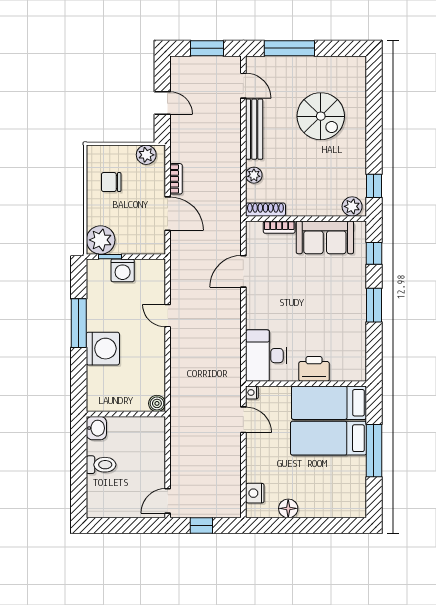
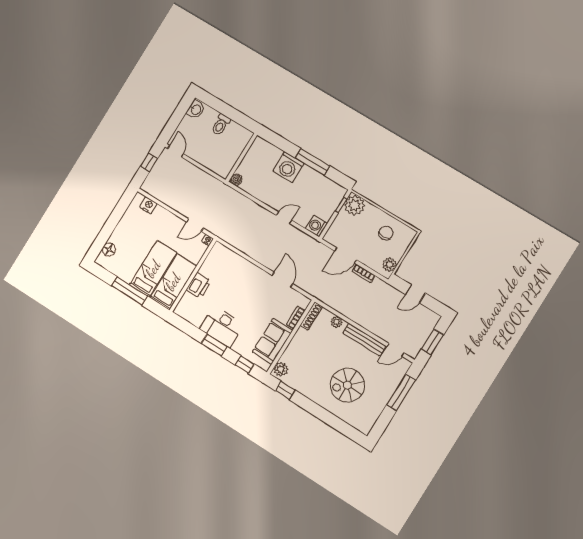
washing machine: (123, 270) -> (316, 226), moved
desk: (266, 356) -> (222, 327), moved, turned 180
washbasin: (96, 428) -> (196, 110), moved, turned -90
floor lamp: (288, 508) -> (109, 250), moved

